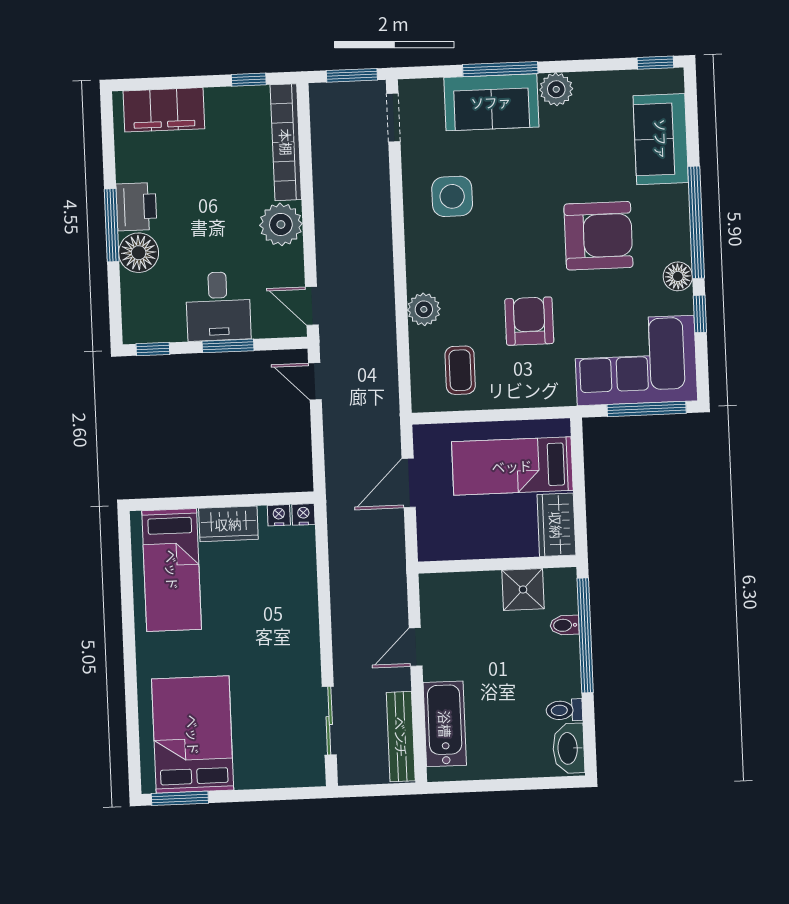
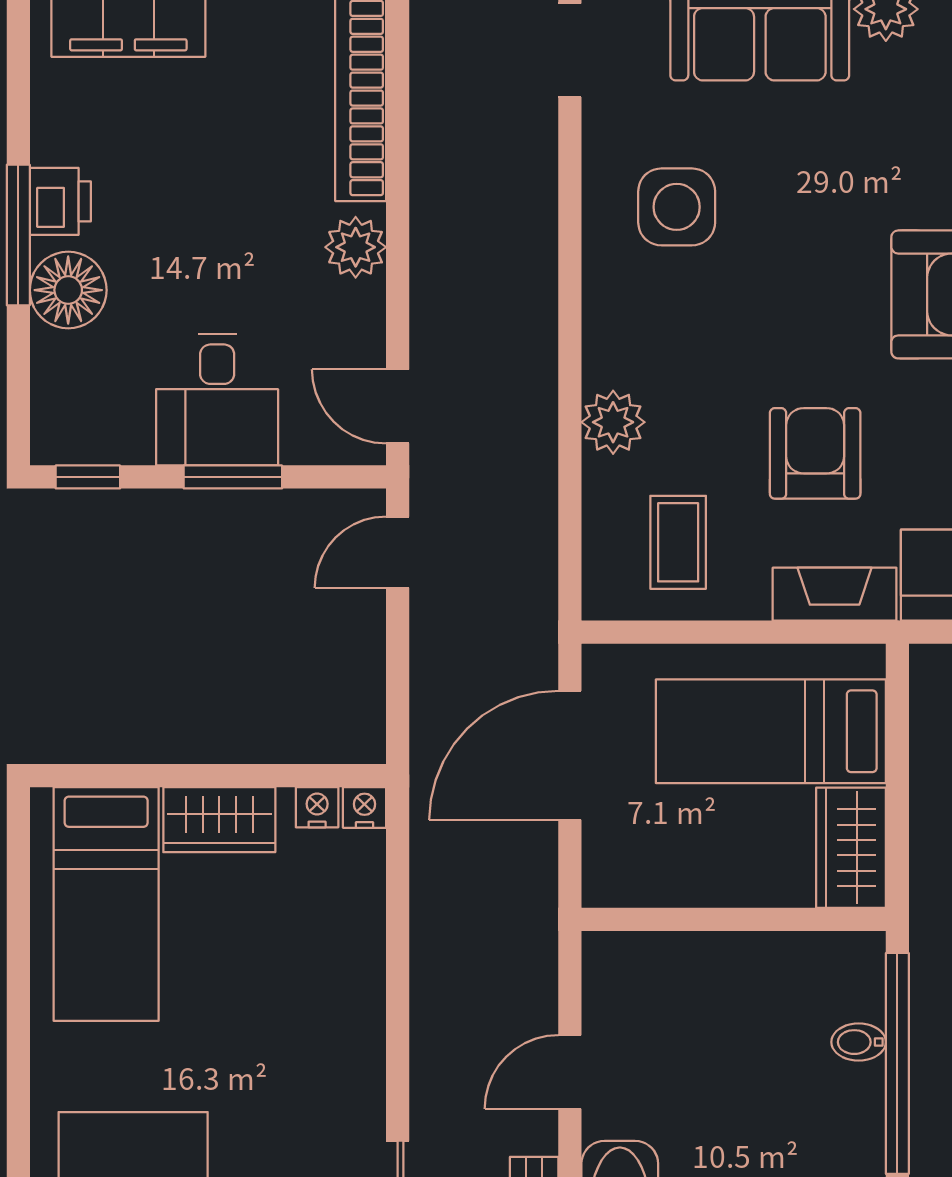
printer: (136, 207) -> (60, 201), width x0.73, depth x0.81
plant: (281, 224) -> (356, 247), width x0.73, depth x0.73
door: (315, 381) -> (398, 552), hinge flipped
fireplace: (542, 394) -> (835, 594), added
door: (409, 483) -> (570, 755), width x1.36
shower: (523, 589) -> (781, 970), removed

